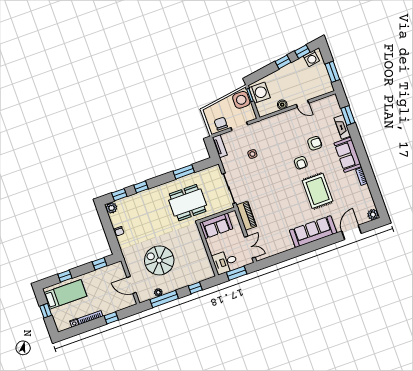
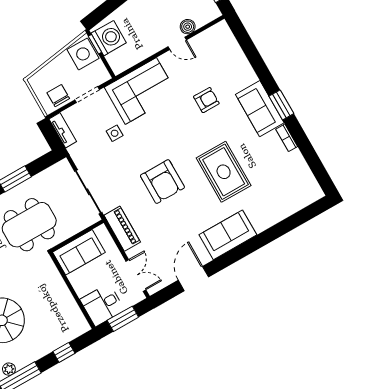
boiler: (282, 105) -> (188, 27), moved
window: (348, 115) -> (281, 105), moved
fireplace: (342, 127) -> (244, 68), removed
corner sofa: (274, 130) -> (141, 91), added
armchair: (301, 163) -> (162, 182), moved, width x1.88, depth x1.88
plant: (373, 214) -> (314, 193), removed
sofa: (313, 232) -> (228, 235), width x0.73
door: (351, 232) -> (193, 279), moved

